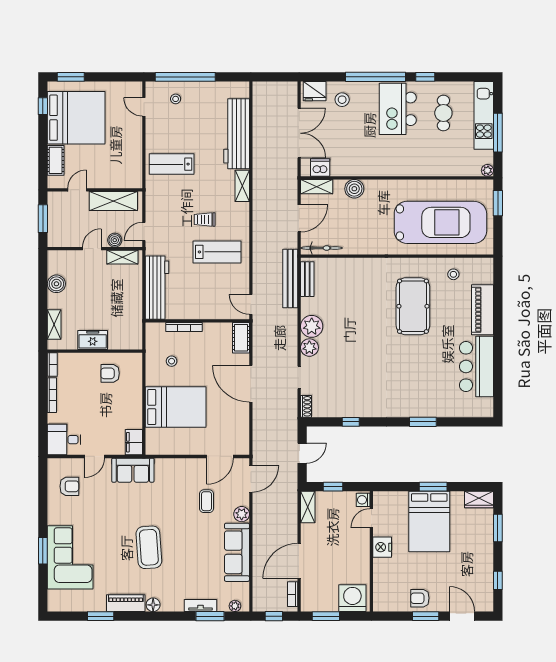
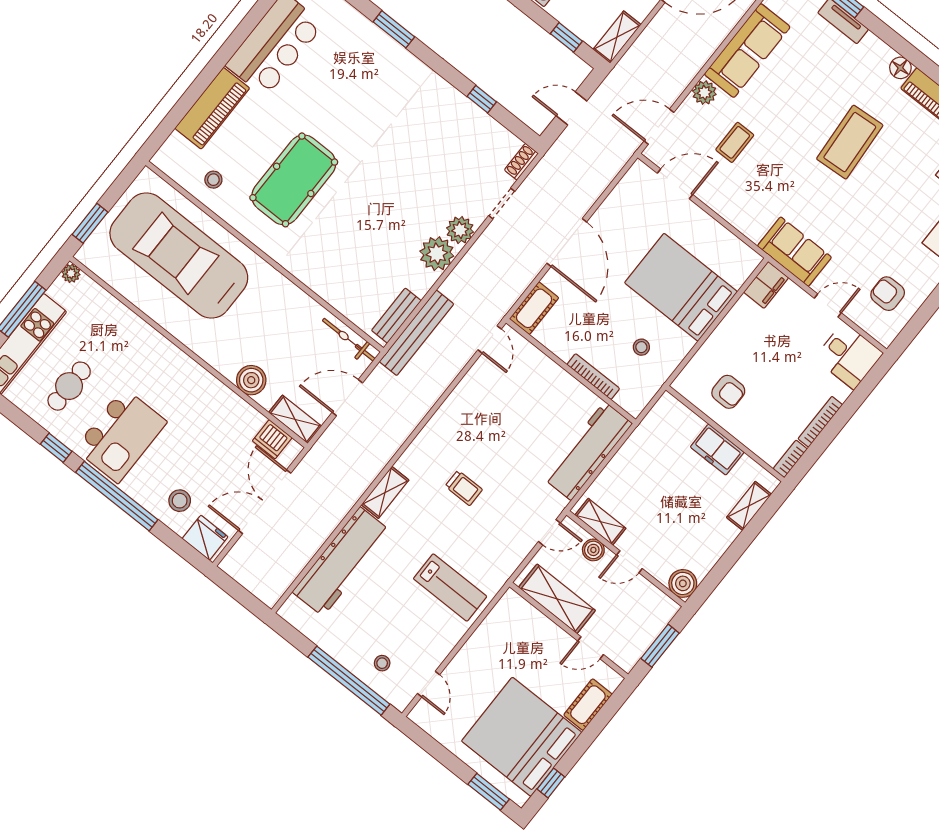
lab bench: (217, 252) -> (480, 436), removed
boiler: (56, 284) -> (683, 583), moved

